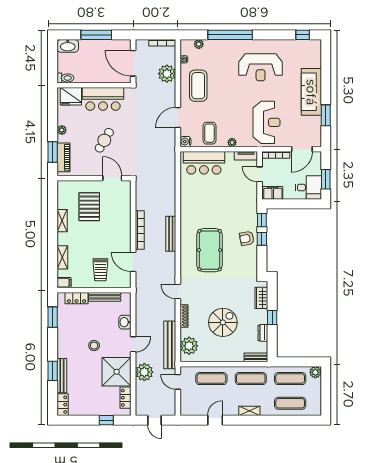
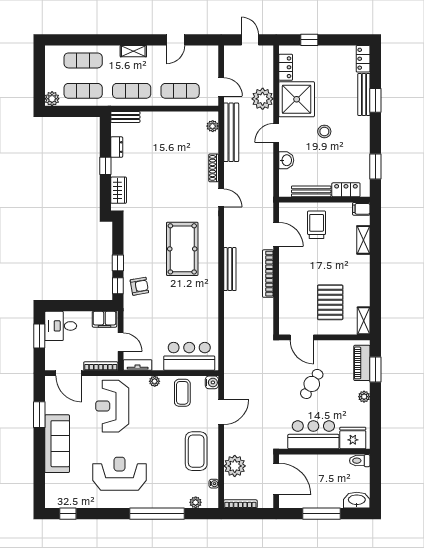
door: (302, 149) -> (69, 373), swing flipped
shelving: (62, 221) -> (364, 321), moved
armchair: (247, 238) -> (139, 286), moved
spiral stairs: (223, 322) -> (166, 160), removed
plant: (189, 346) -> (213, 126), width x0.53, depth x0.53

